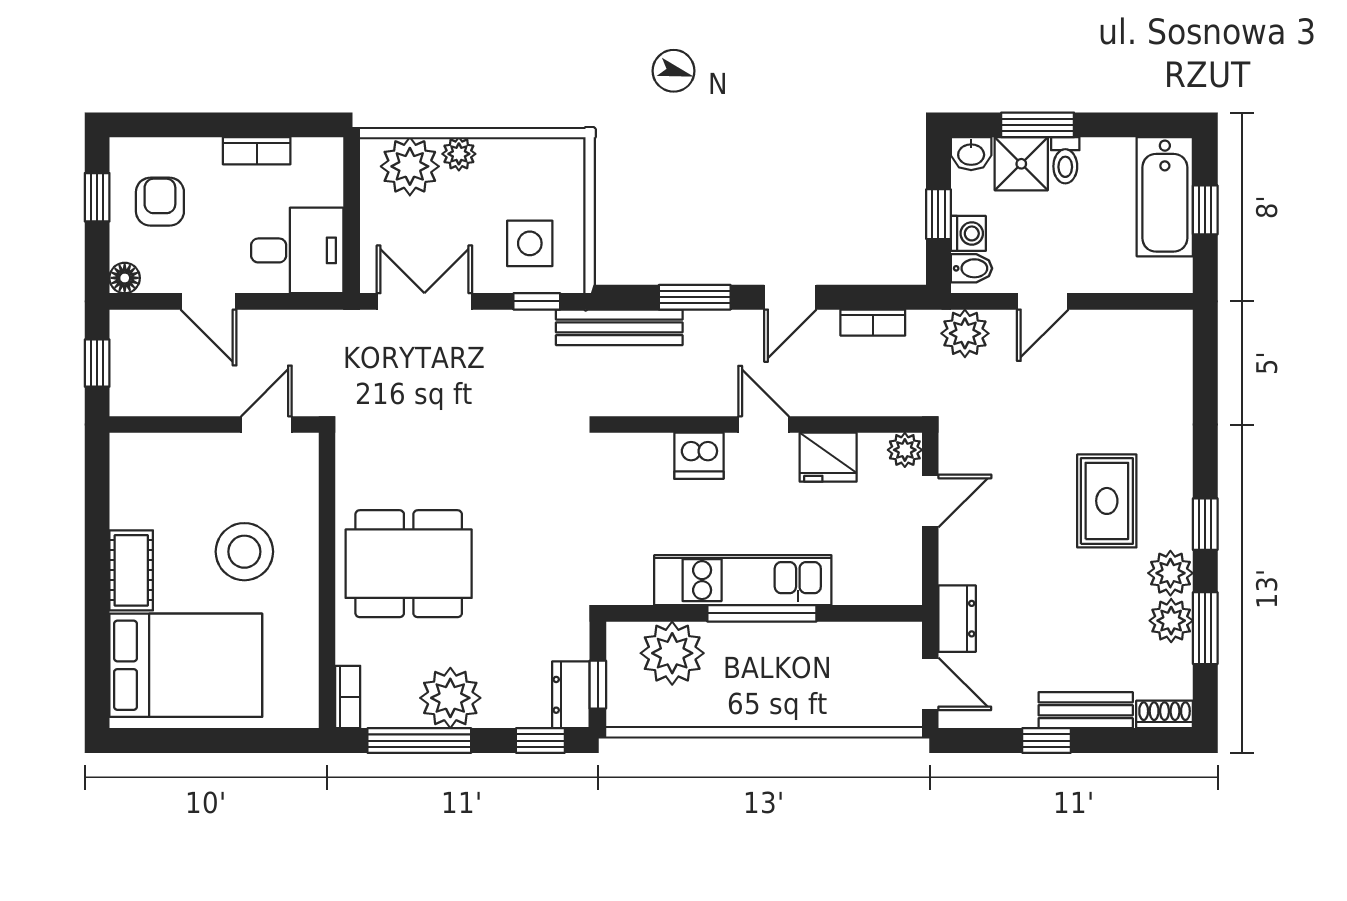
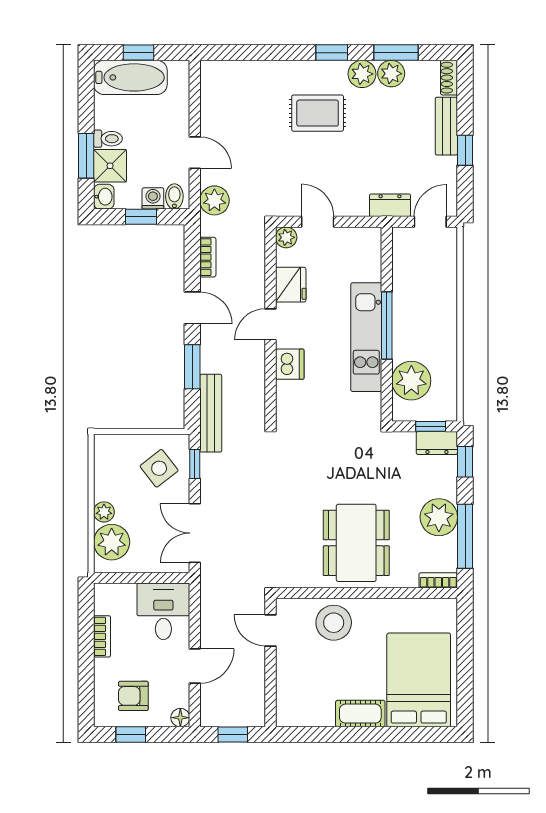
side table: (530, 243) -> (159, 468), turned -38
stool: (244, 552) -> (334, 623), moved

